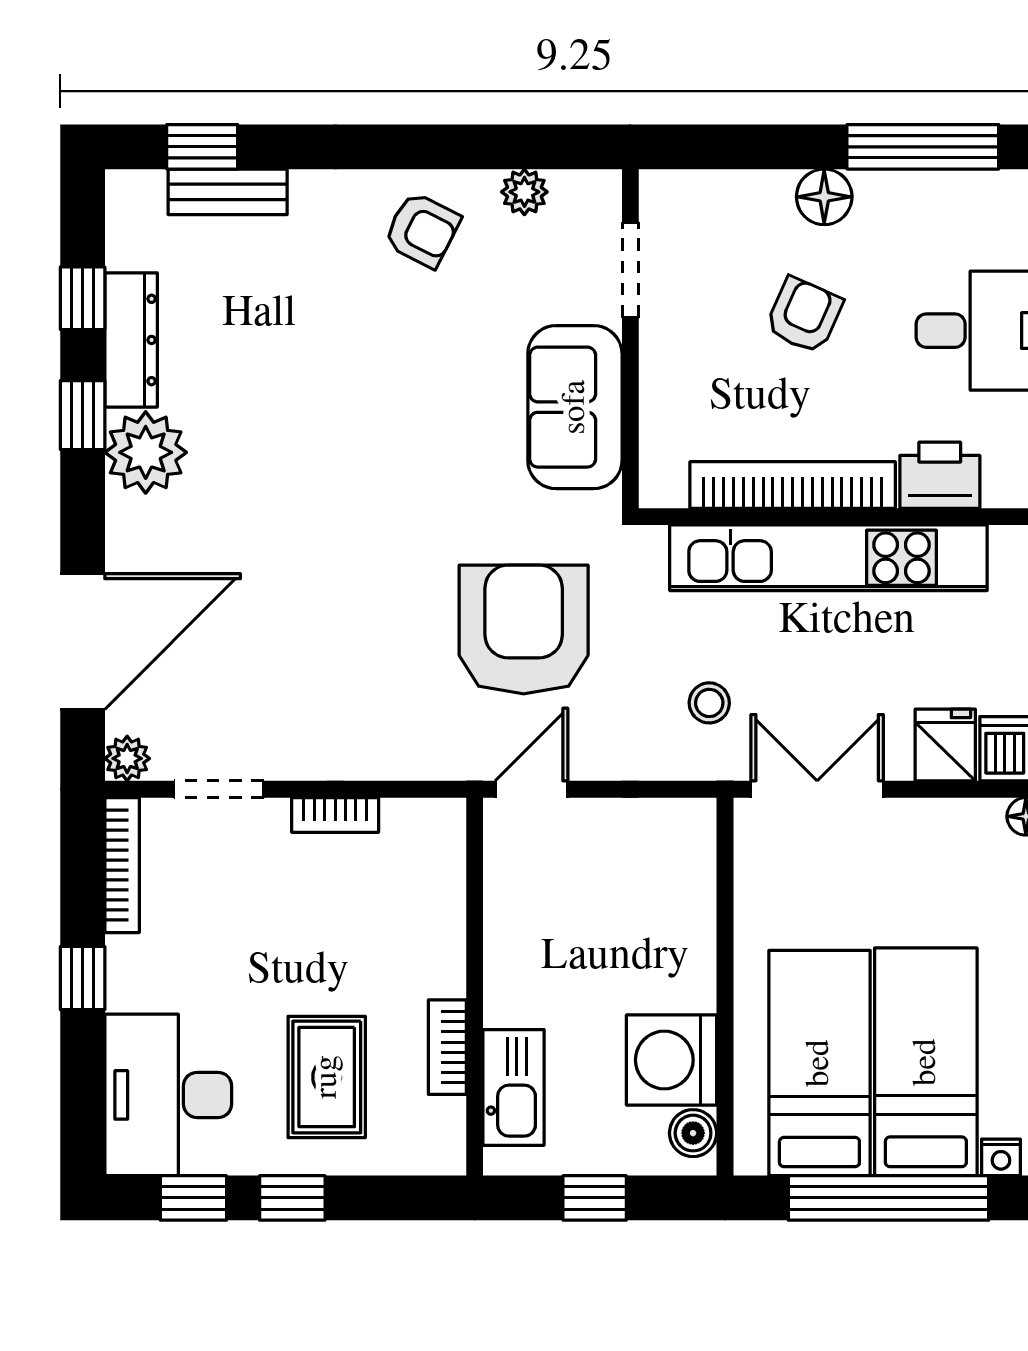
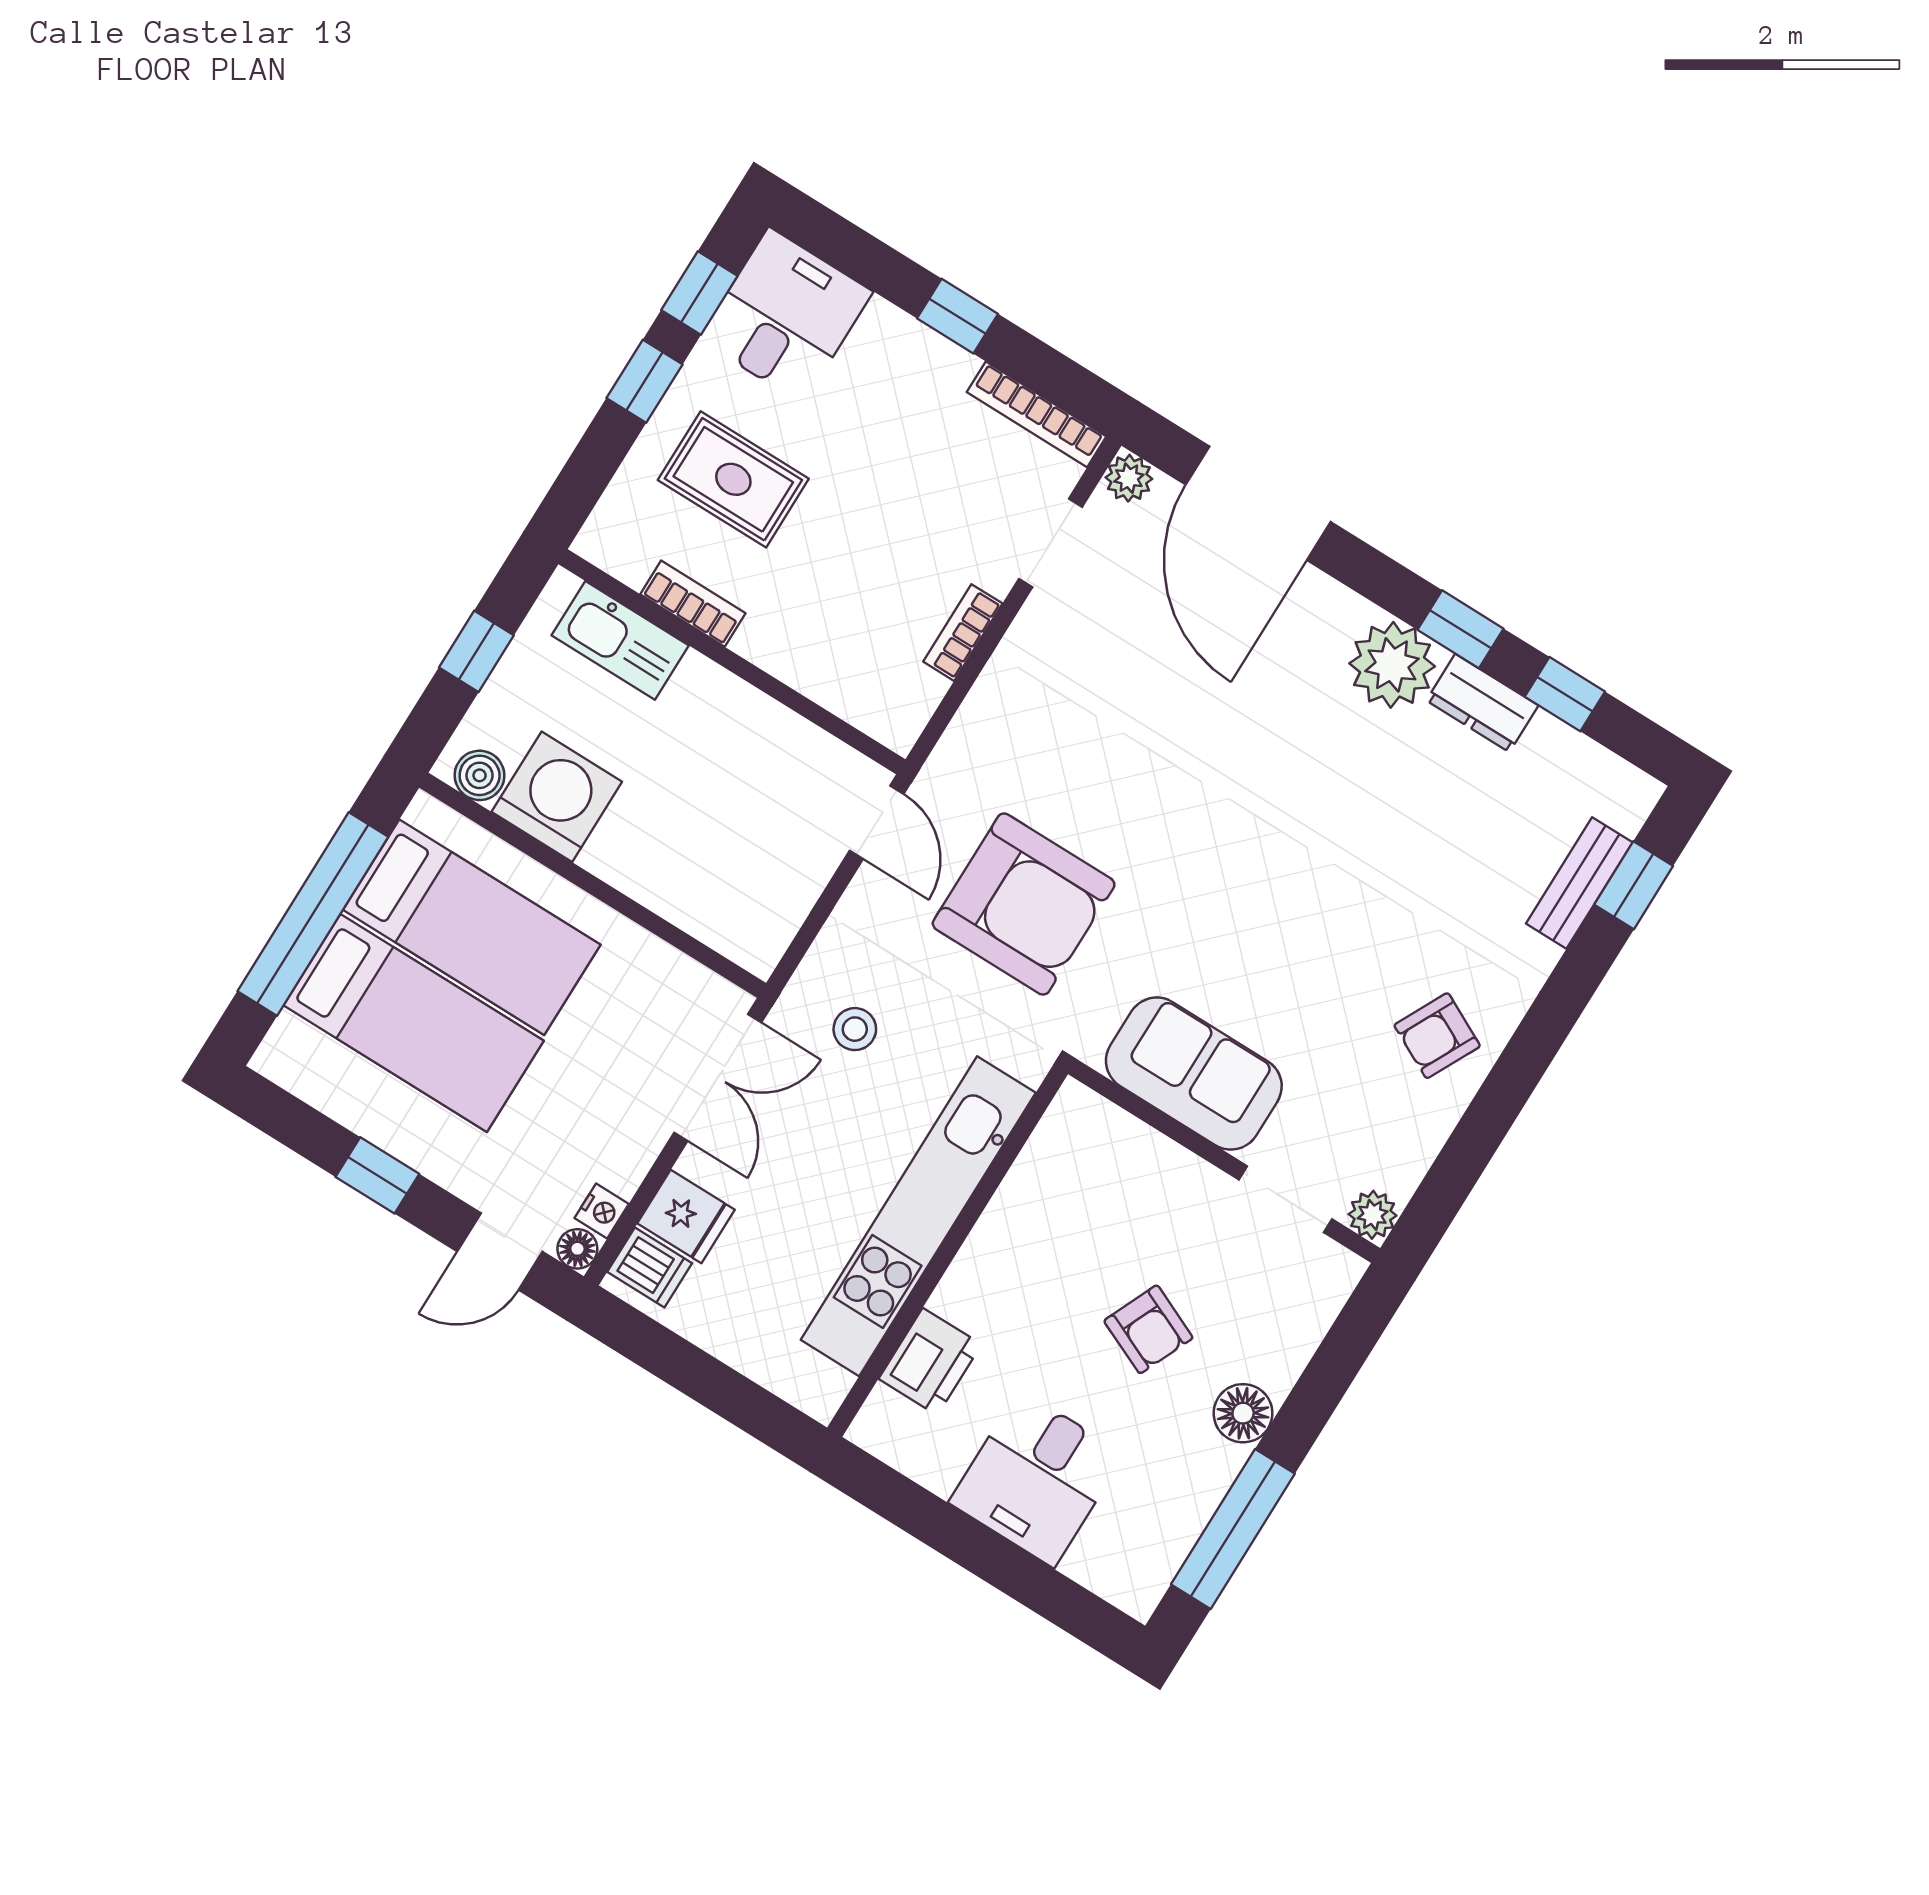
plant: (524, 192) -> (1373, 1215), moved
dresser: (131, 340) -> (1482, 703), width x0.70
bookcase: (793, 485) -> (1003, 1225), removed
desk: (168, 1095) -> (786, 316), width x0.73
nightstand: (1001, 1157) -> (602, 1211), moved, turned 180

